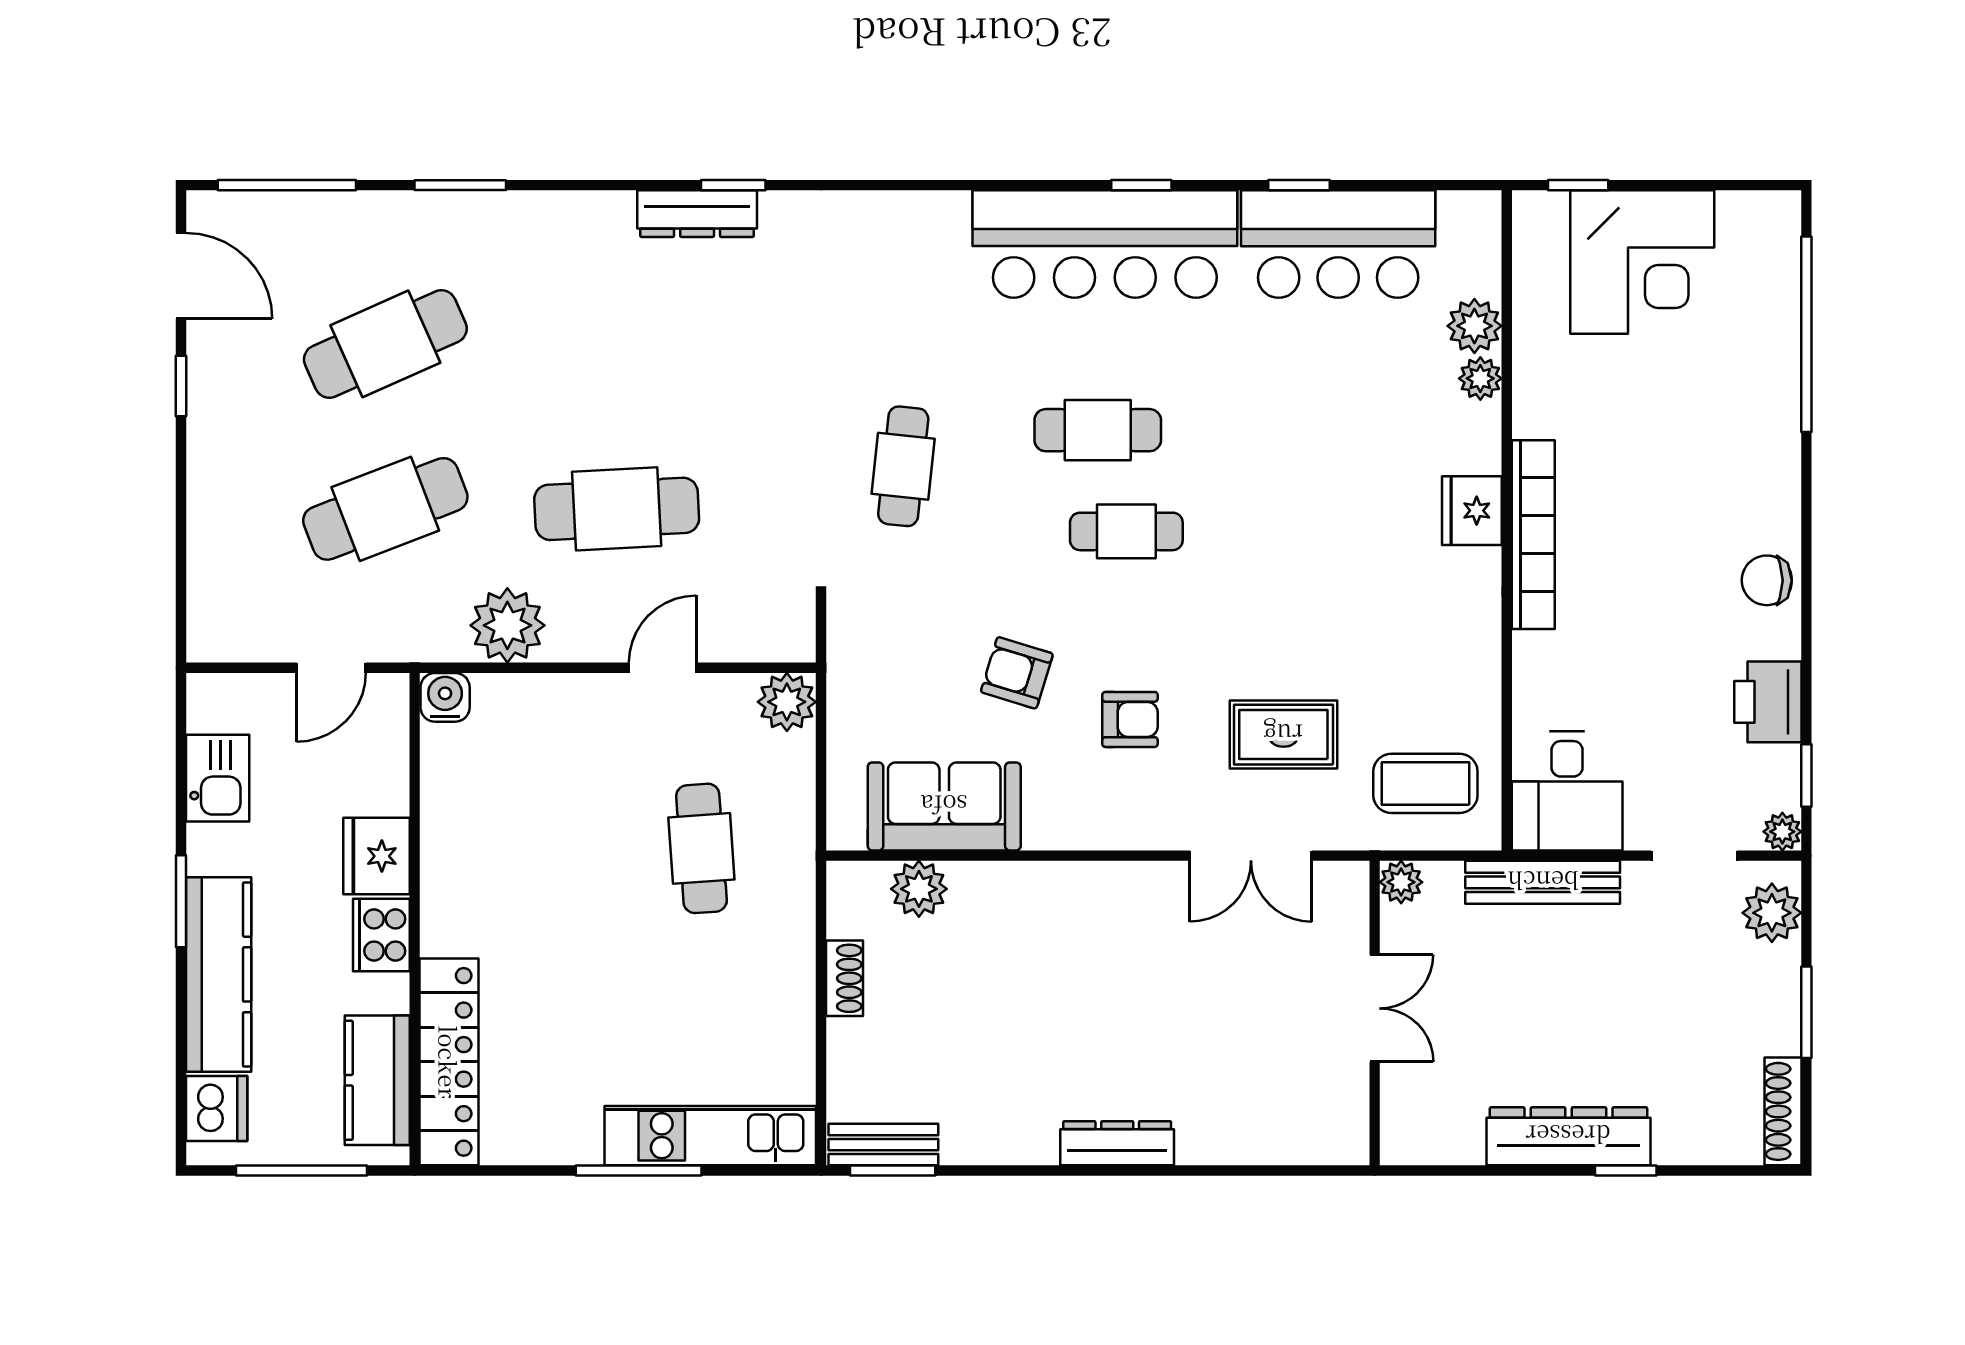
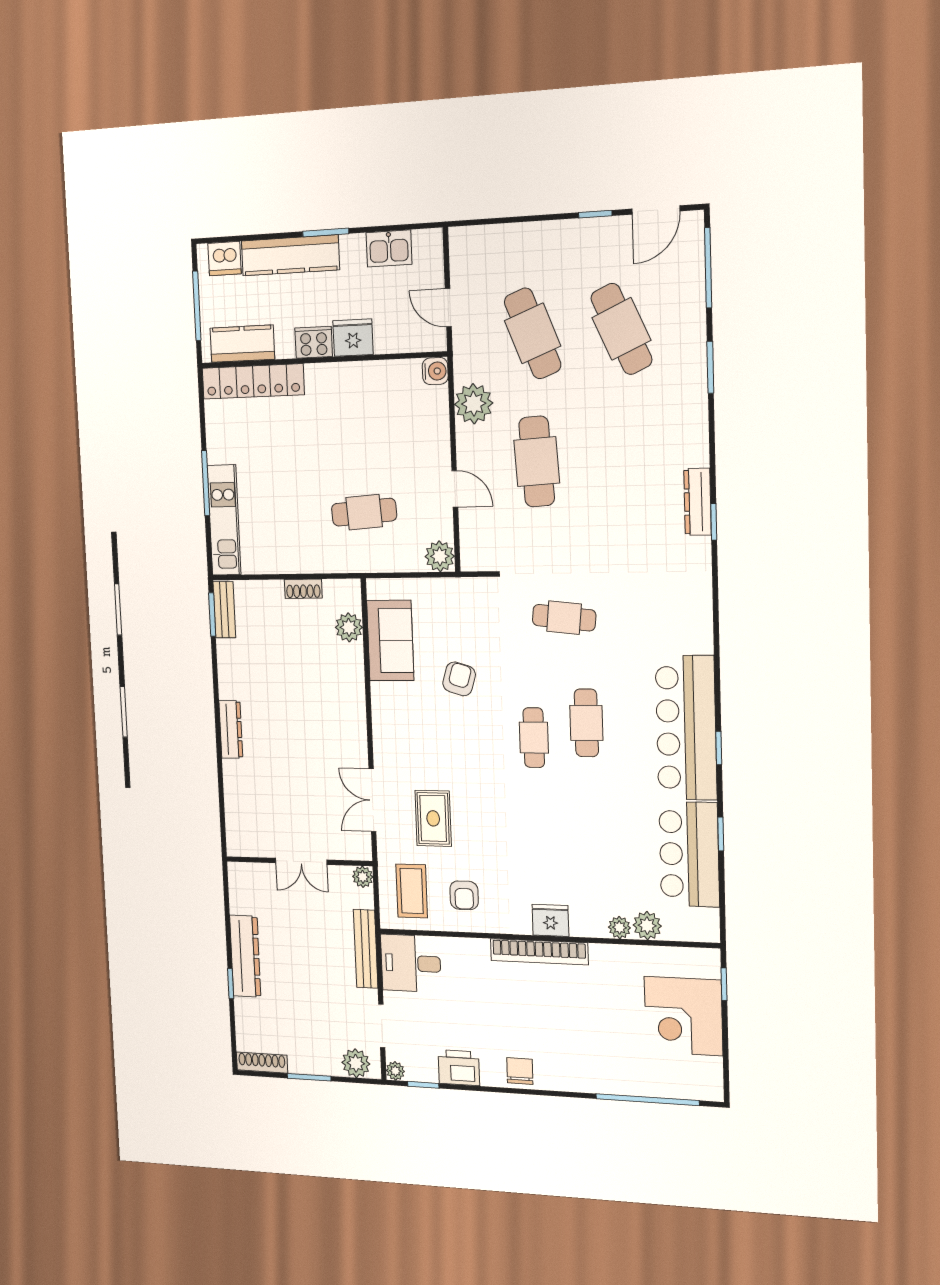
armchair: (1130, 719) -> (464, 895), moved

